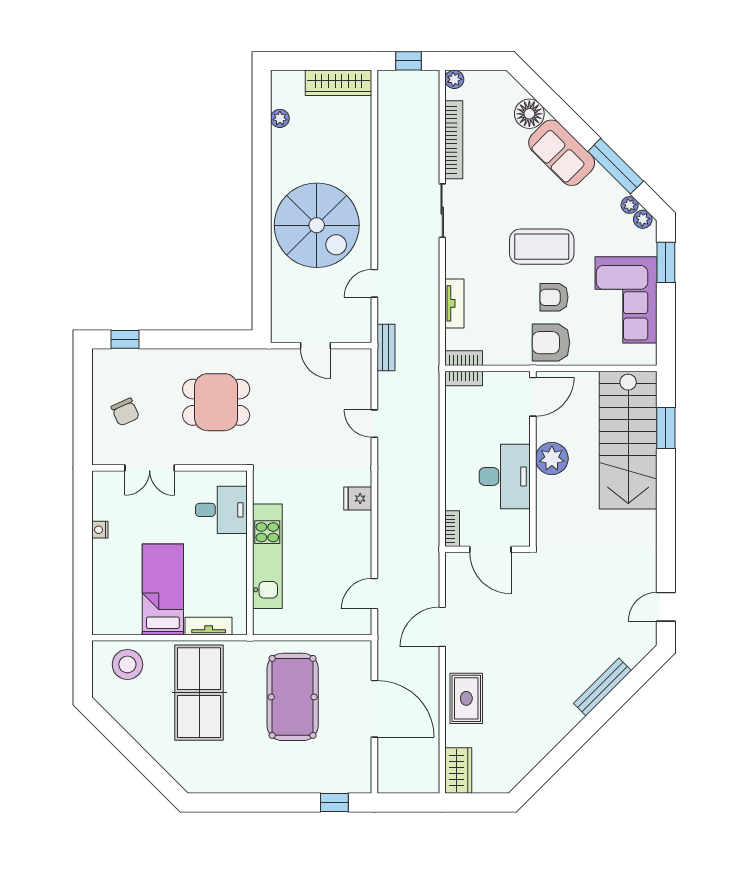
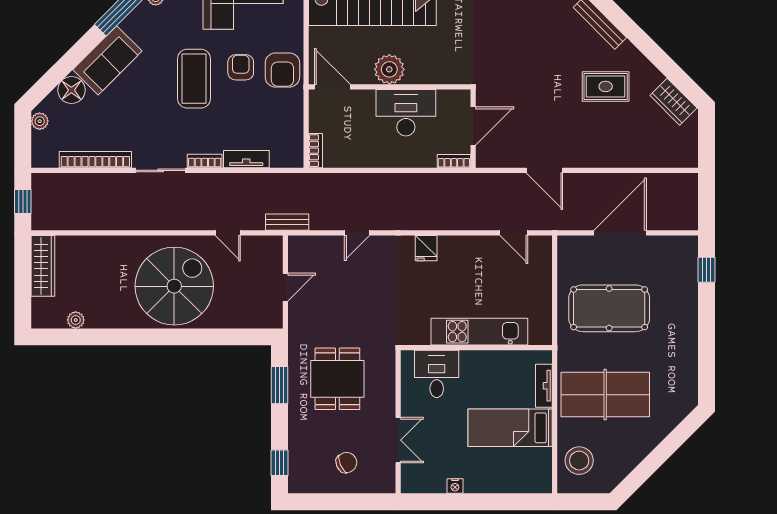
plant: (454, 79) -> (40, 121), moved
armchair: (554, 297) -> (241, 67), turned 180
window: (209, 339) -> (279, 385), added
bookcase: (464, 358) -> (205, 161), moved, turned 90
rug: (466, 698) -> (606, 86), moved
wardrobe: (458, 771) -> (673, 102), moved, turned -135

